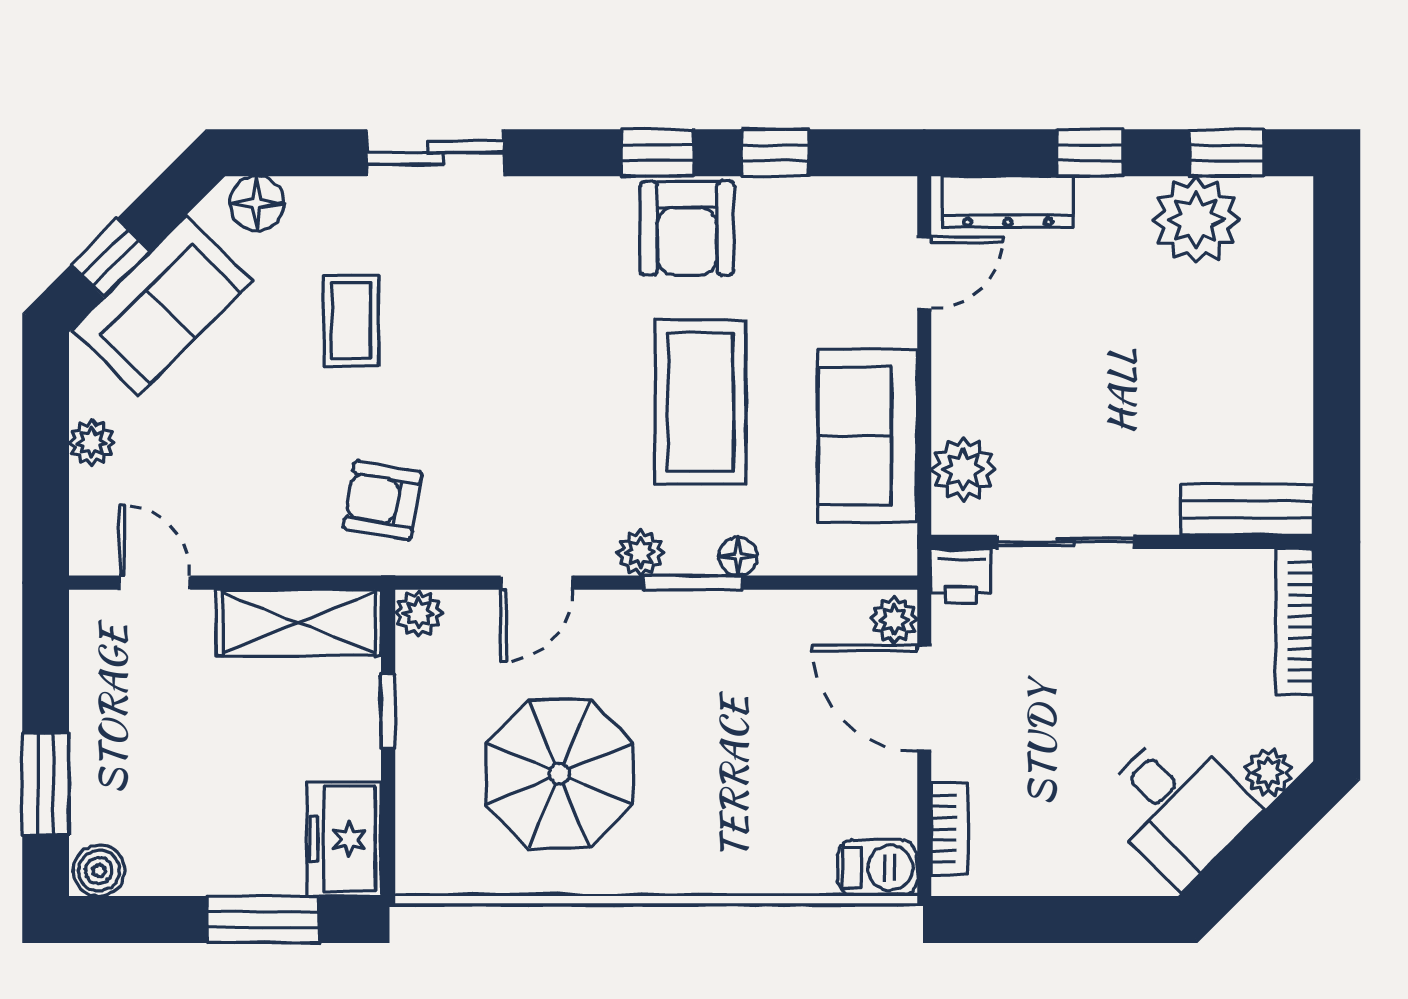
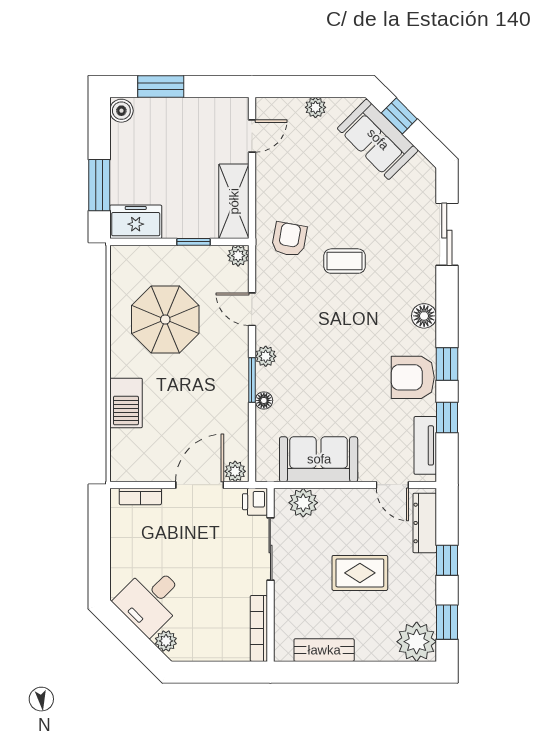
sliding door: (435, 153) -> (447, 234), moved
tv unit: (837, 200) -> (425, 445), added
floor lamp: (257, 203) -> (424, 316), moved
plant: (1196, 220) -> (417, 642), moved
coffee table: (351, 321) -> (345, 261), moved
rug: (1118, 345) -> (360, 573), added
coffee table: (701, 402) -> (334, 384), removed
bench: (1247, 510) -> (324, 650), moved, turned 90
bookcase: (1295, 622) -> (259, 628), moved, turned -90
barbecue: (877, 868) -> (126, 403), moved, width x1.38, depth x1.27

